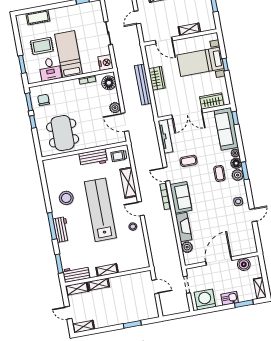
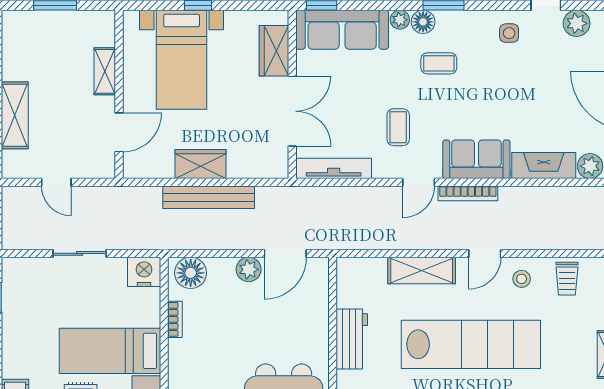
trolley: (119, 156) -> (567, 279), moved
plant: (238, 175) -> (577, 23), moved
lab bench: (100, 210) -> (471, 344), turned 180

